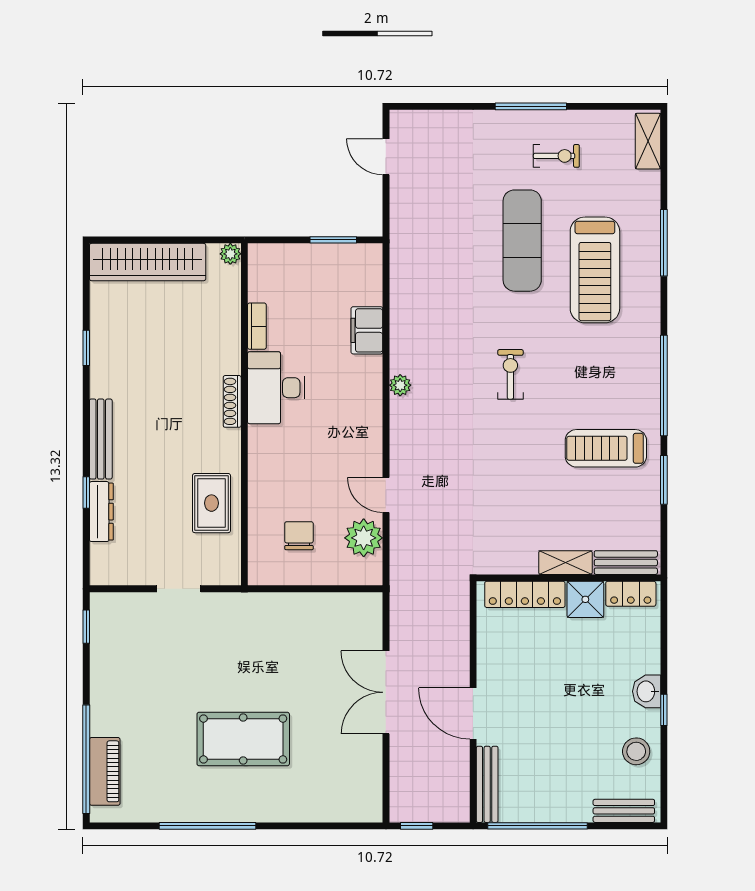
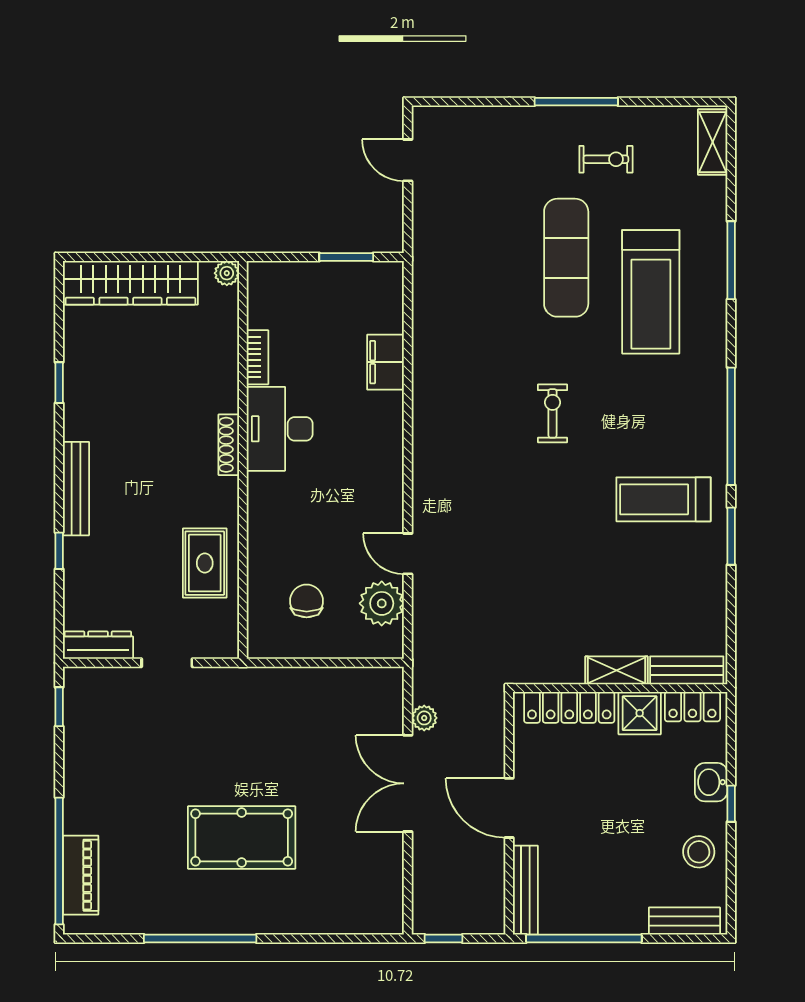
plant: (400, 385) -> (424, 718), moved
dresser: (101, 512) -> (98, 645), moved, turned -90
shelving: (565, 563) -> (616, 670), moved
bench: (626, 563) -> (687, 670), moved
wall: (569, 578) -> (620, 688), moved
locker: (525, 594) -> (569, 707), moved
locker: (631, 594) -> (692, 707), moved
shower: (585, 599) -> (640, 713), moved

